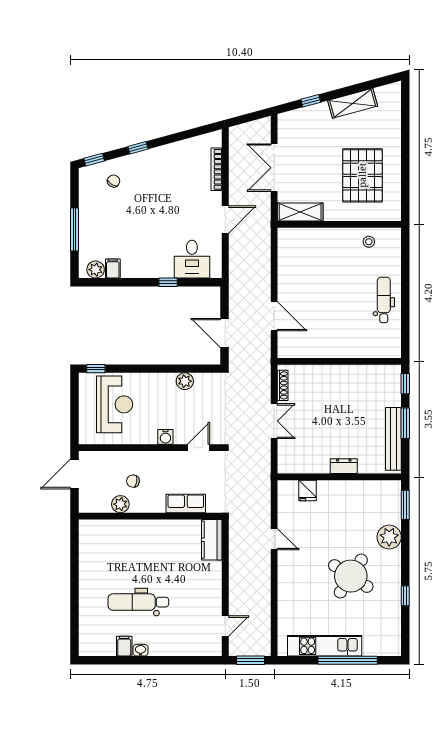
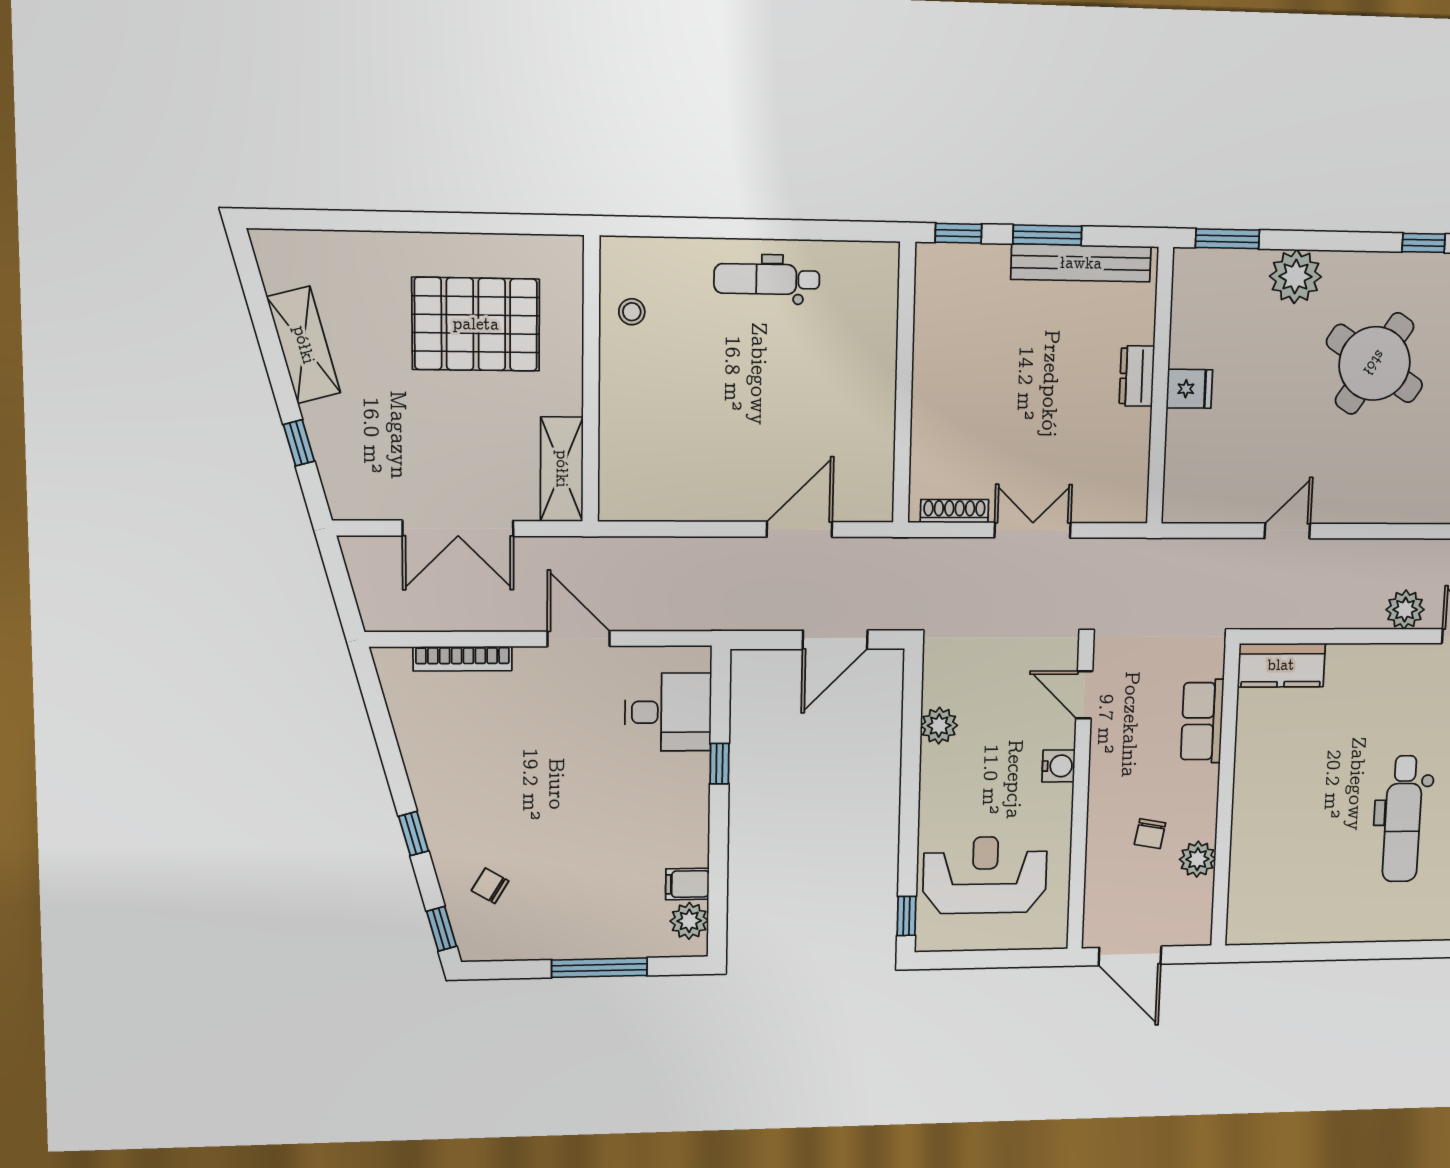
fridge: (307, 491) -> (1189, 389), moved
plant: (238, 597) -> (1405, 610), added

